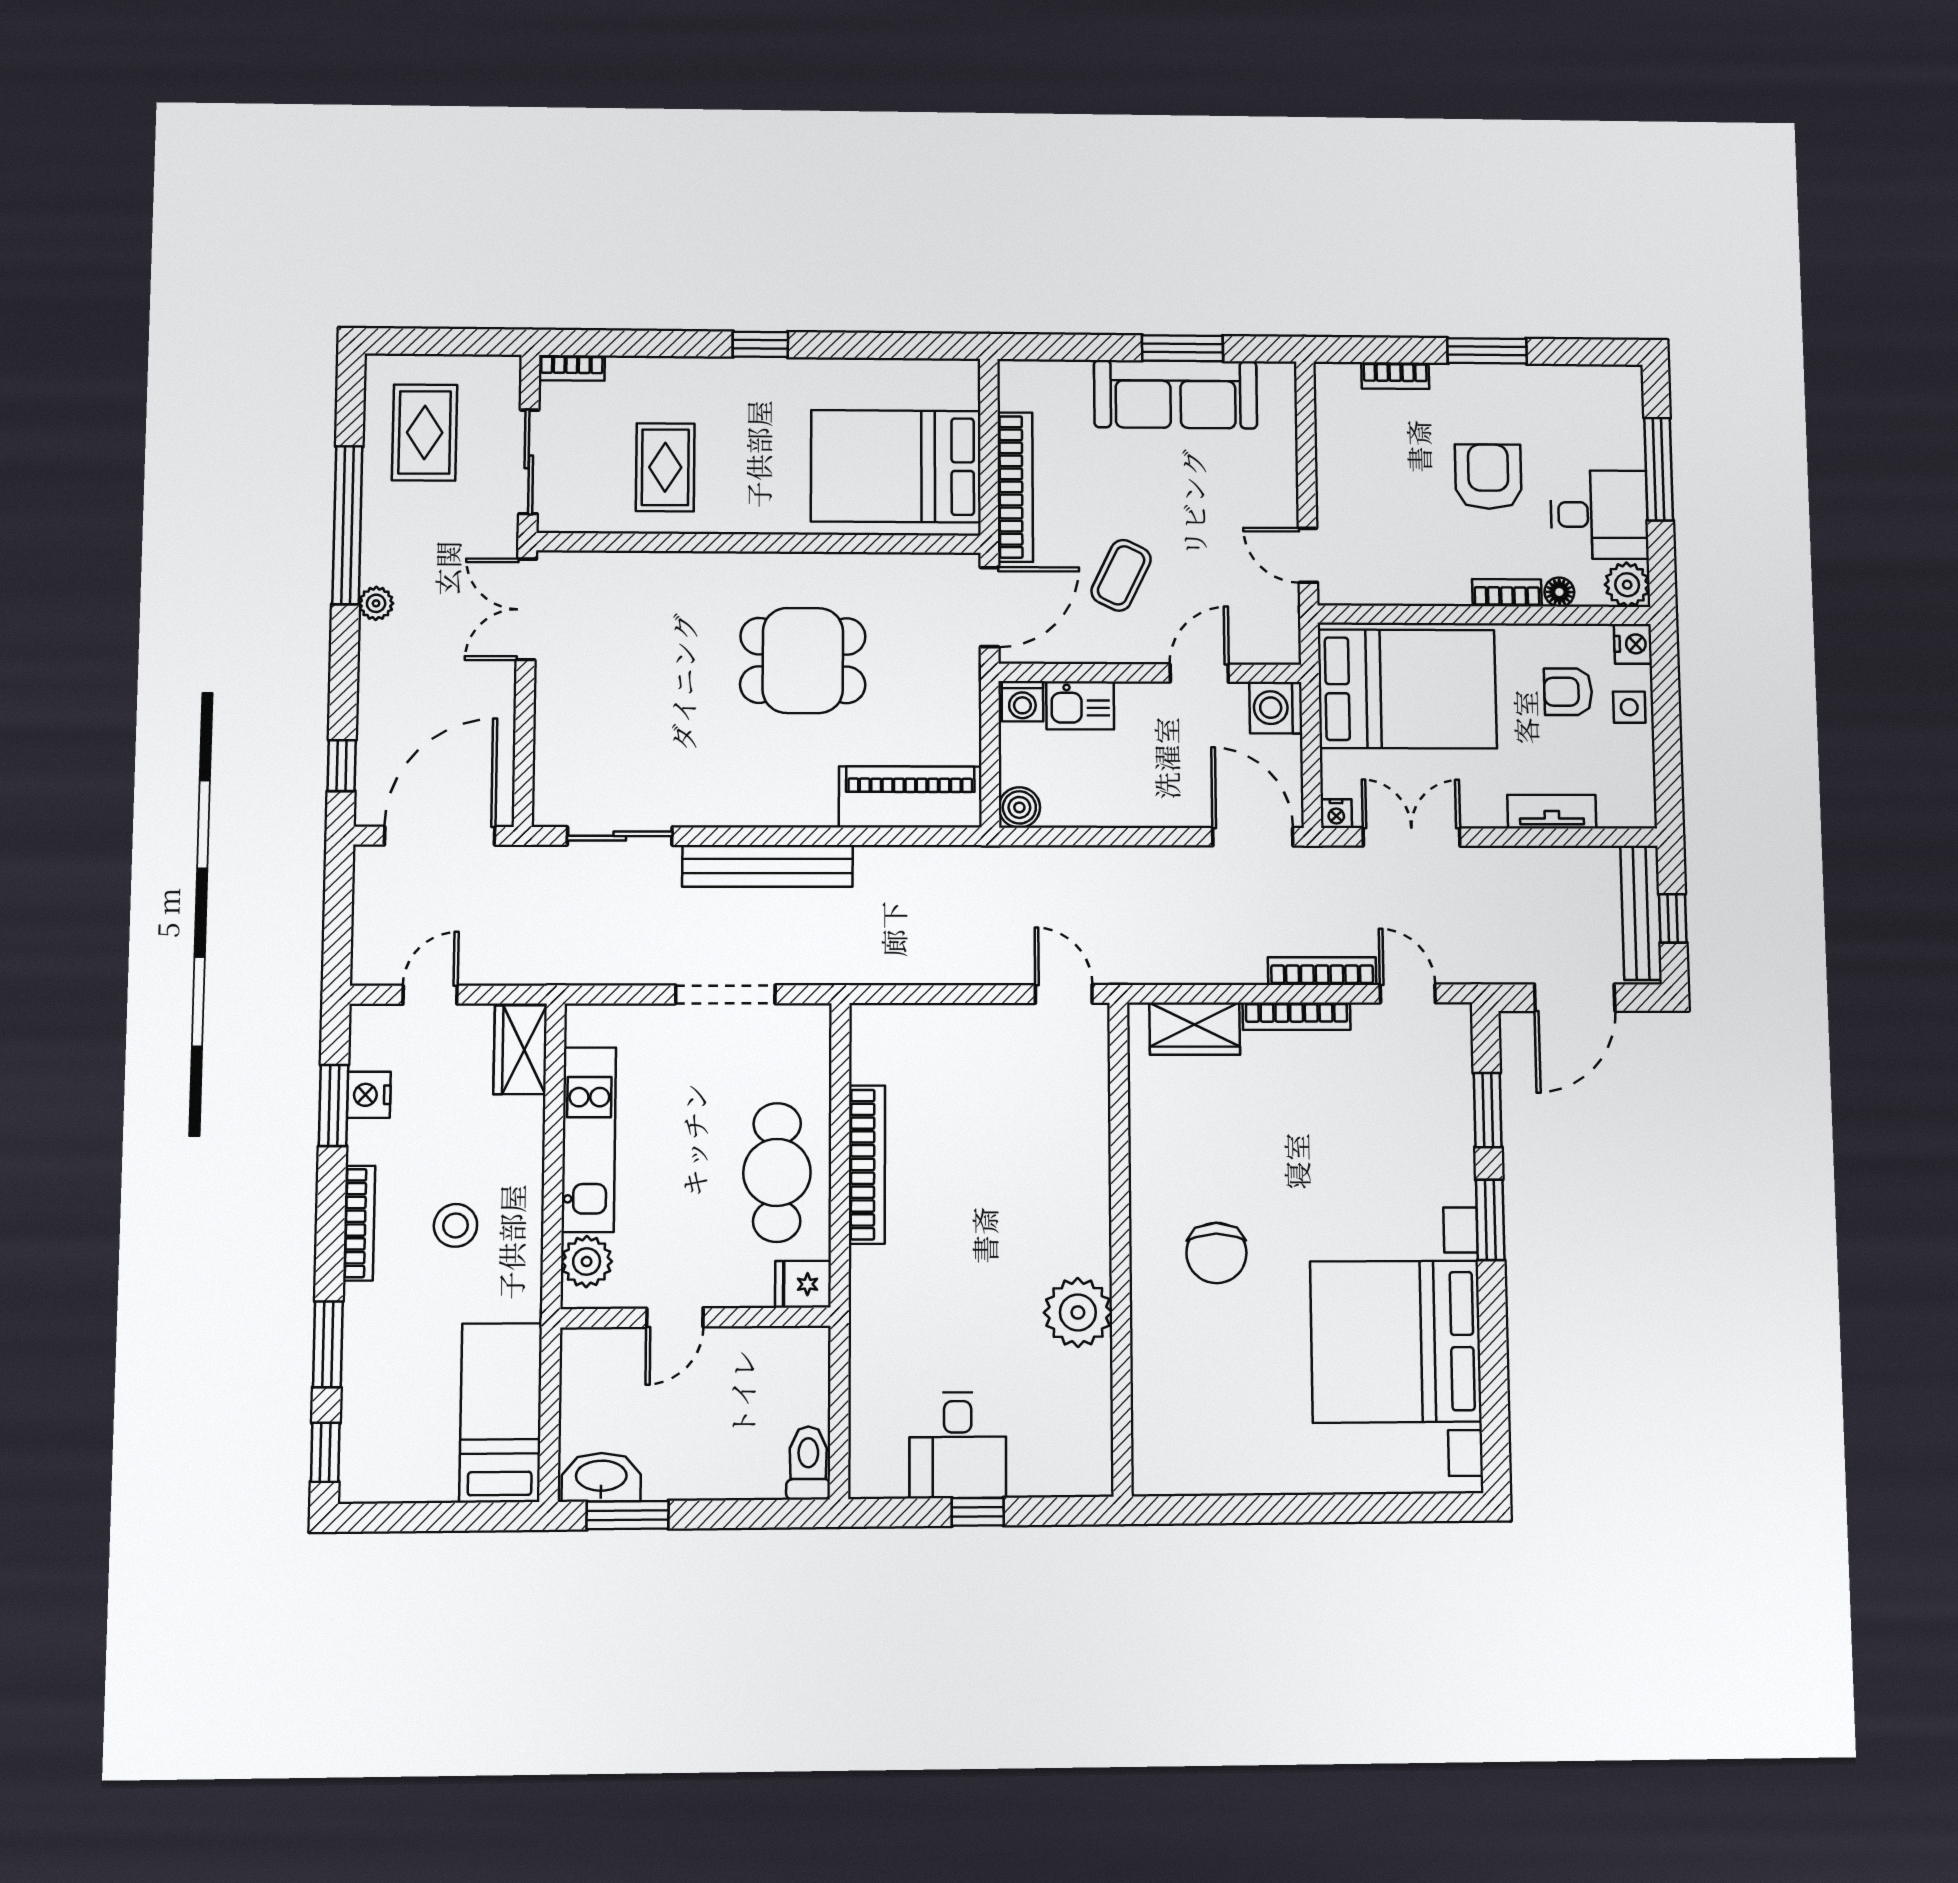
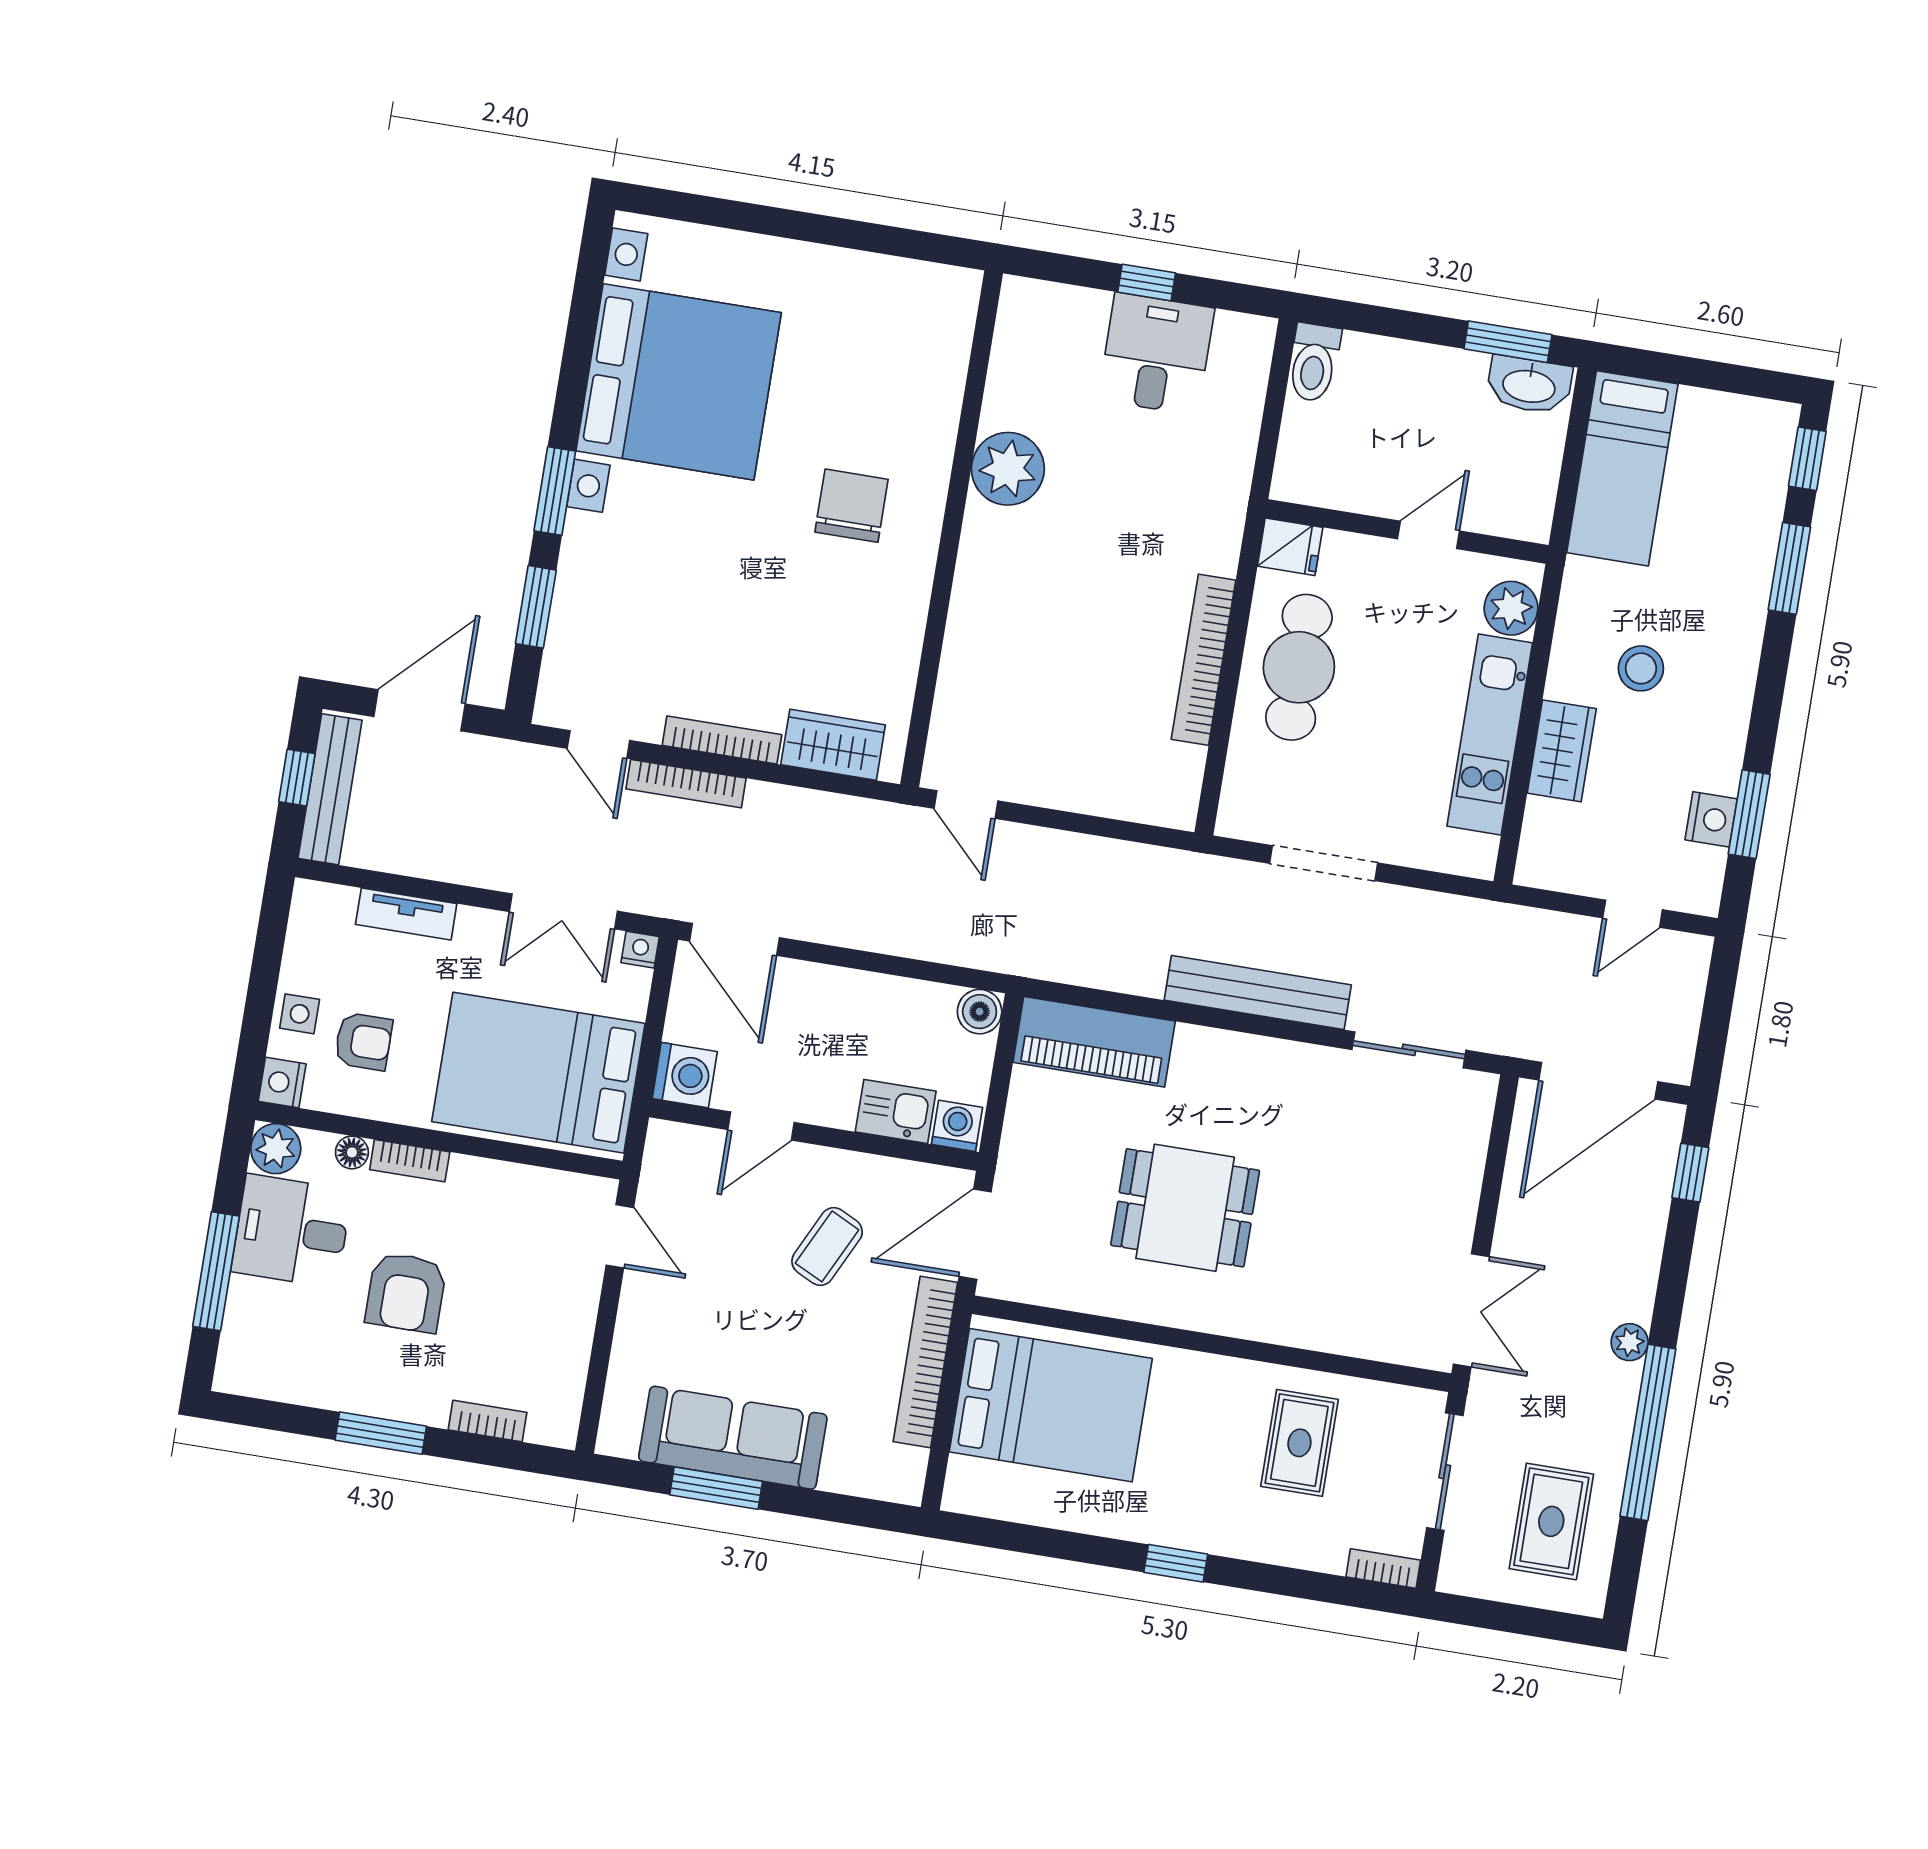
wardrobe: (520, 1050) -> (1562, 751), moved
bookcase: (359, 1223) -> (1740, 688), removed

